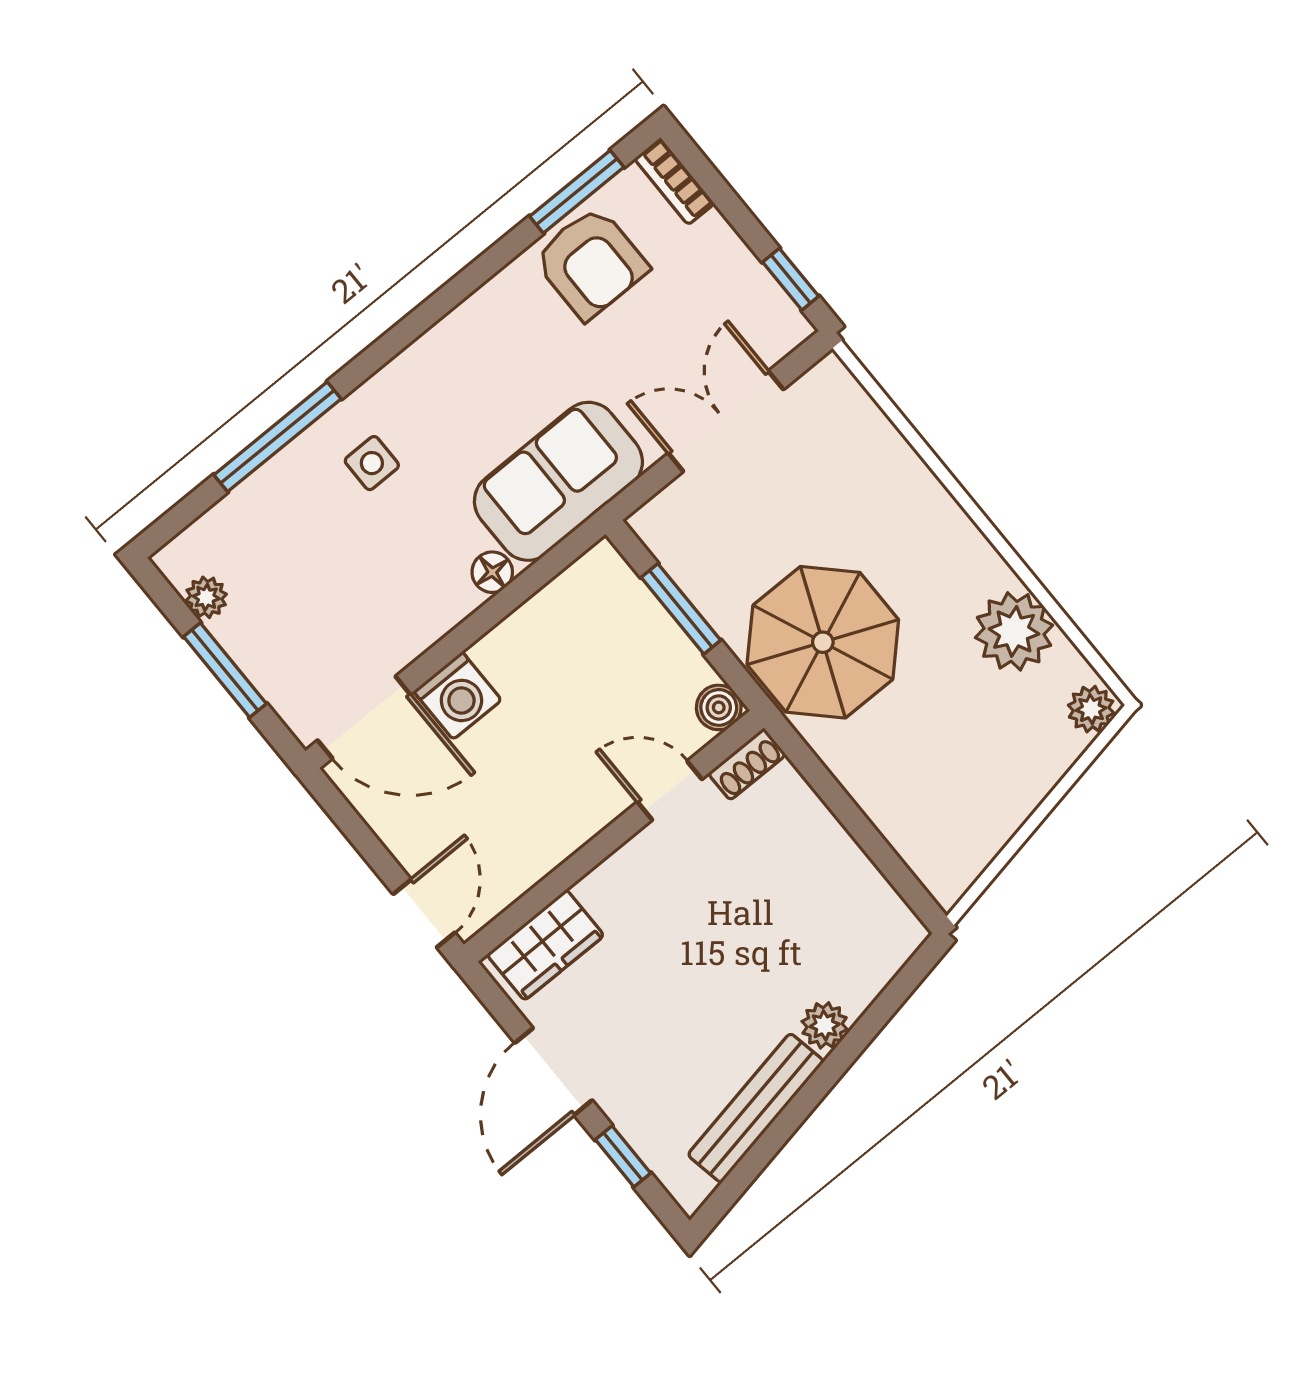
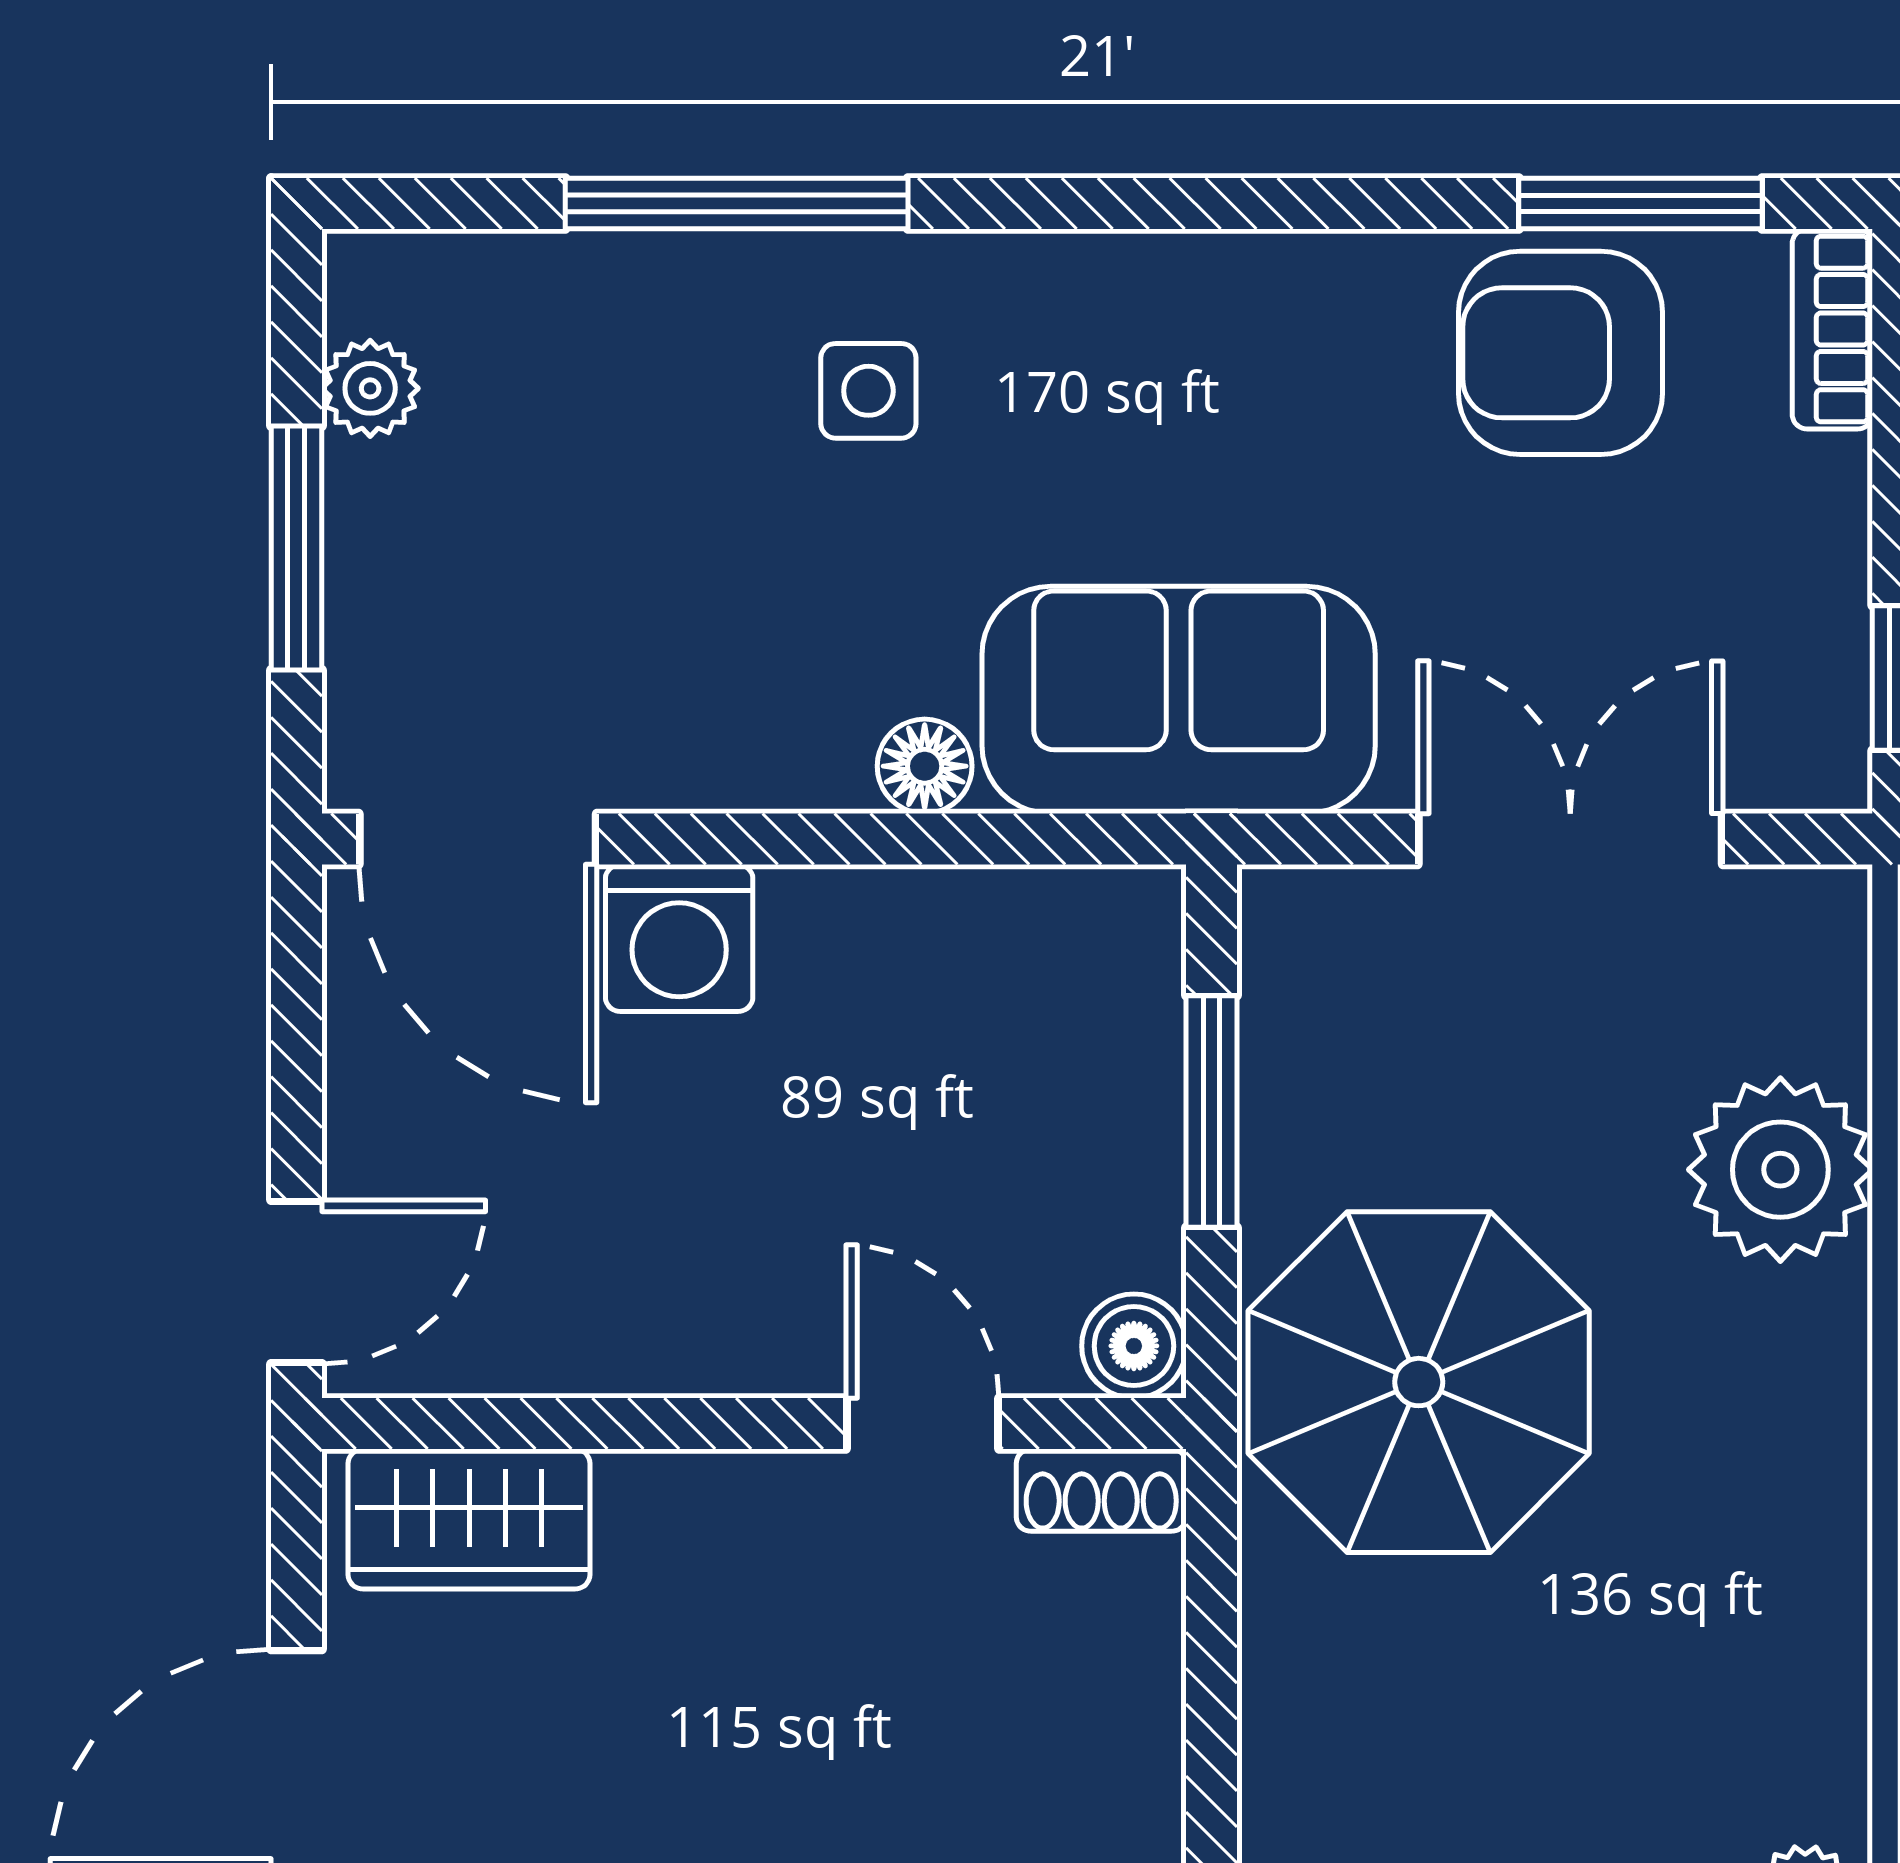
armchair: (591, 263) -> (1561, 353), turned 90
plant: (1014, 631) -> (1780, 1170), moved

